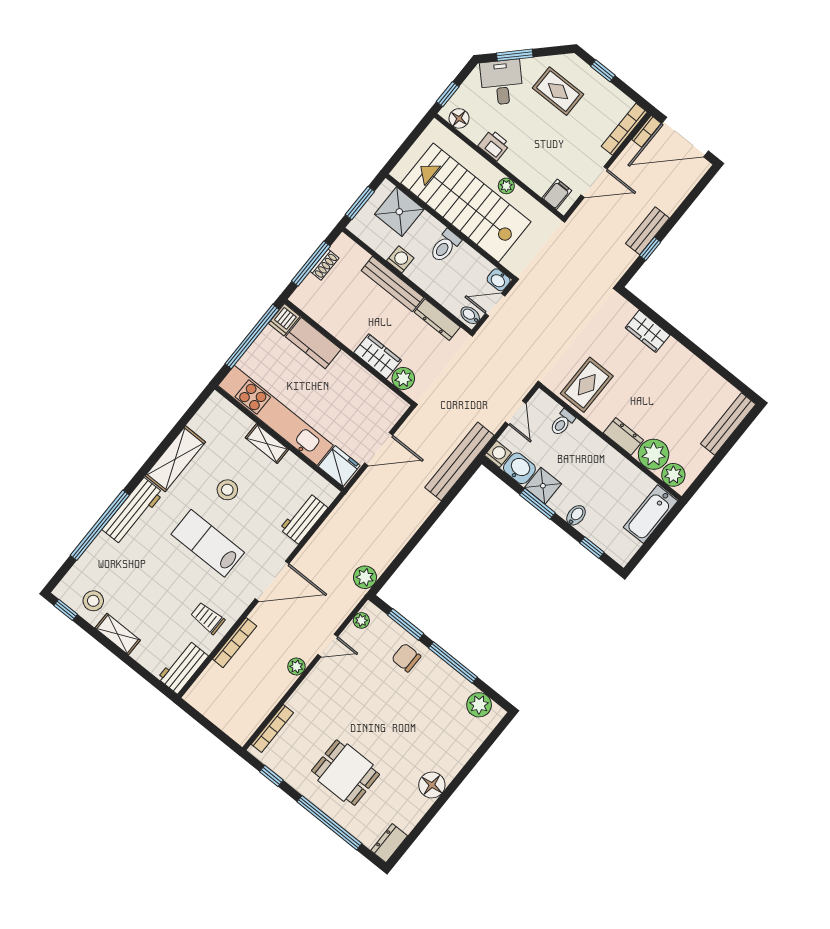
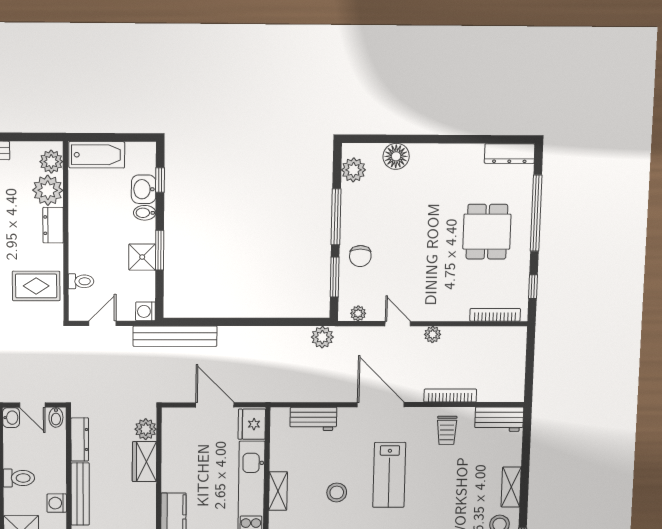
washbasin: (519, 468) -> (144, 189), moved
floor lamp: (432, 785) -> (396, 156), moved
dresser: (389, 843) -> (510, 154), width x1.44

